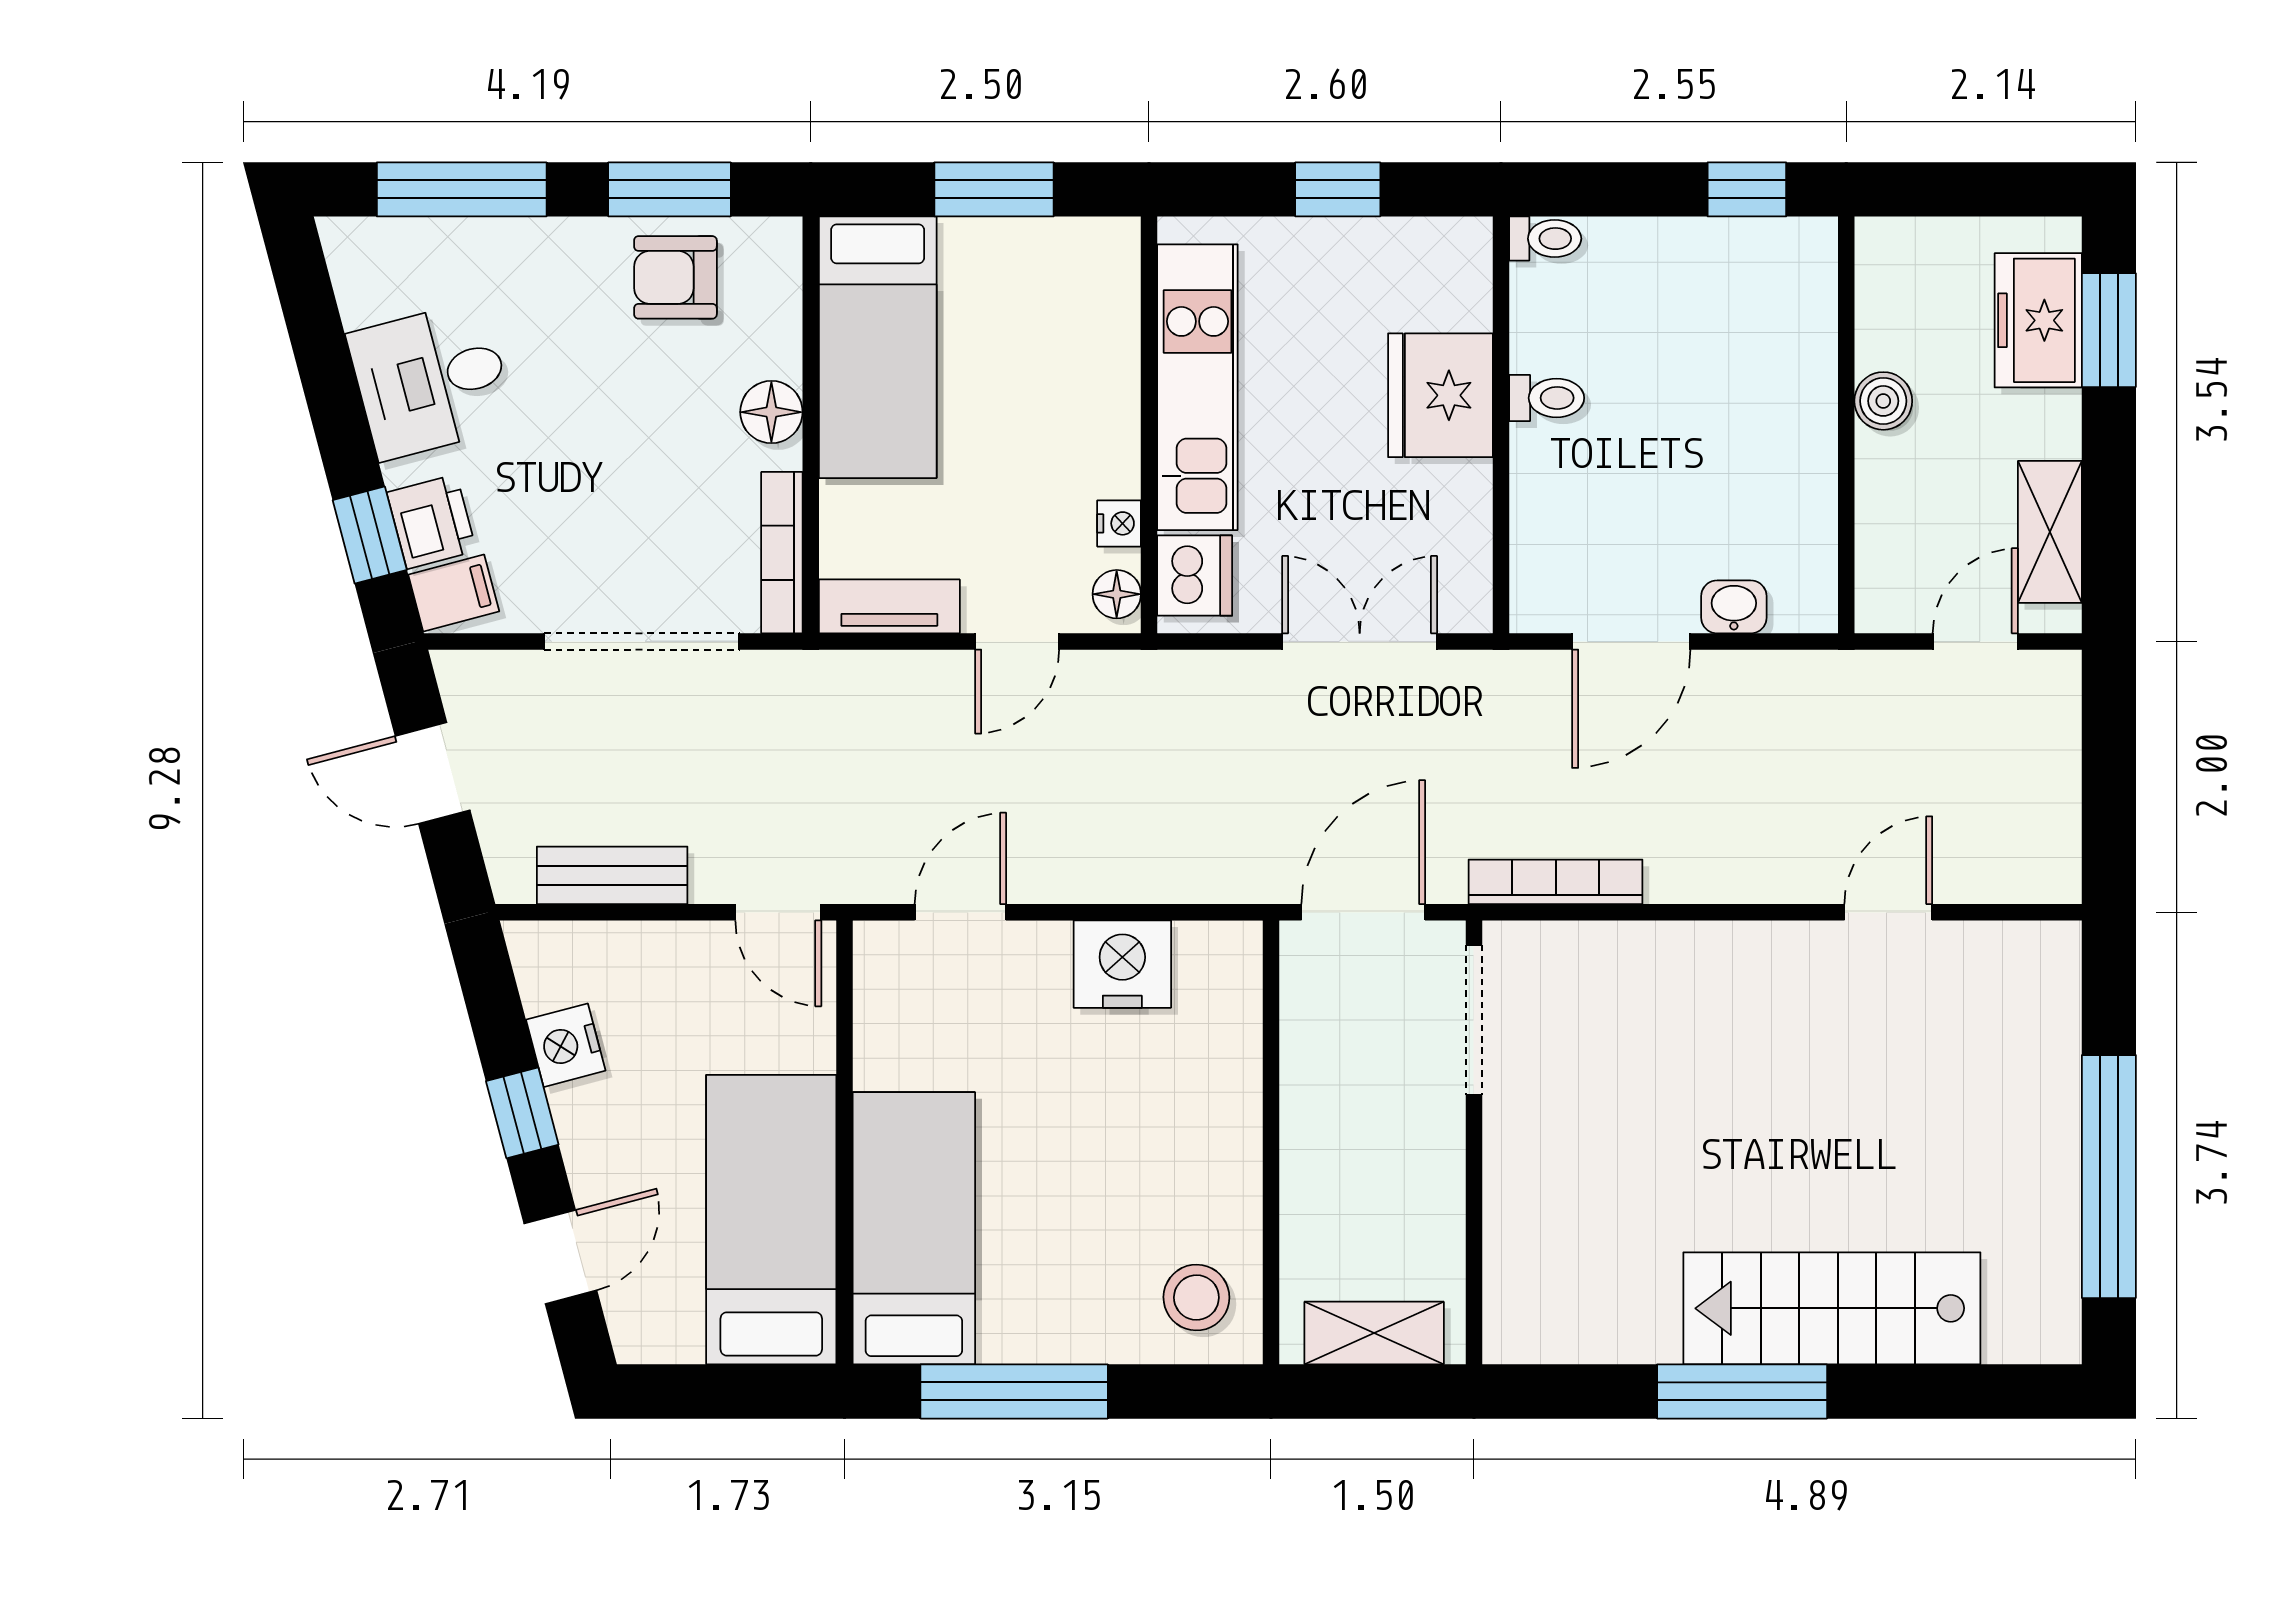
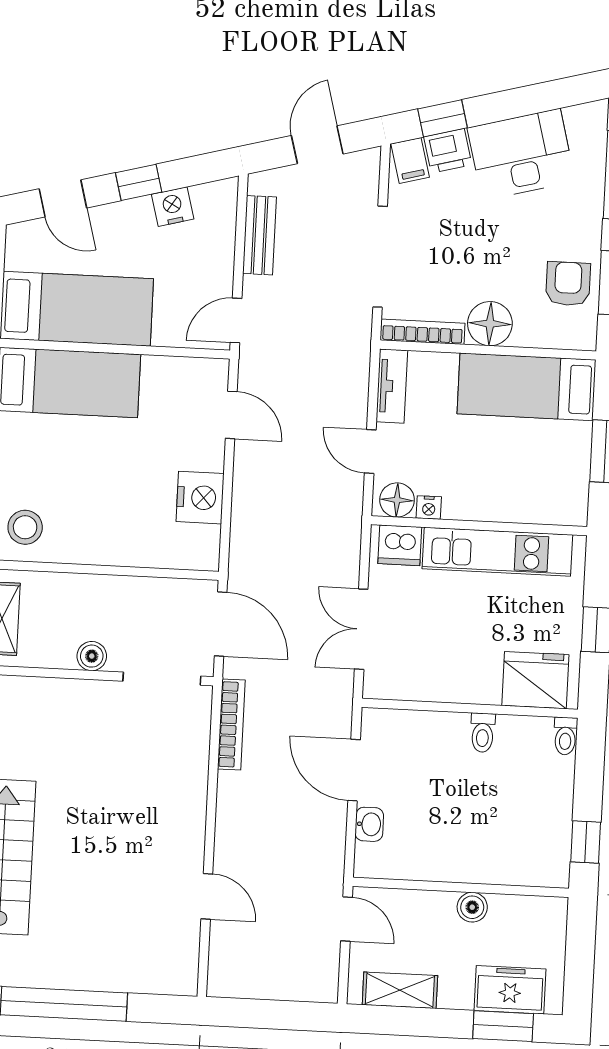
desk: (431, 380) -> (521, 154), width x1.37
fridge: (1441, 395) -> (535, 680), moved
floor lamp: (771, 412) -> (490, 324), width x1.38, depth x1.38
floor lamp: (1117, 594) -> (397, 500), width x1.37, depth x1.37
double door: (1360, 641) -> (361, 629), swing flipped
door: (1975, 641) -> (347, 919), moved
boiler: (1438, 1157) -> (92, 656), added

